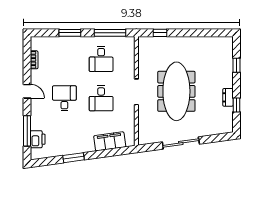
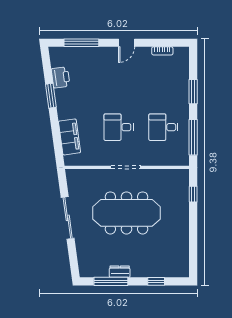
desk: (64, 98) -> (119, 85), removed
window: (236, 105) -> (111, 281), width x2.17
printer: (38, 139) -> (61, 77), moved, turned -98

